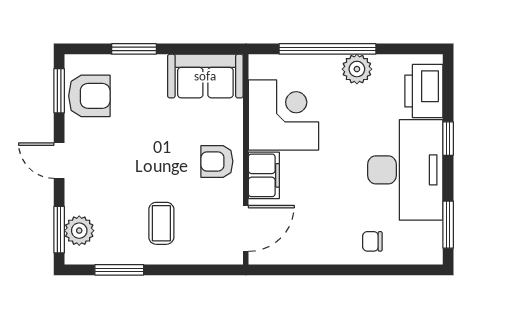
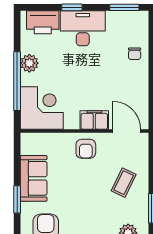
sofa: (205, 76) -> (34, 178), moved
corner desk: (284, 115) -> (42, 108), moved, turned 90
desk: (405, 170) -> (83, 28), width x0.73, depth x0.77
coffee table: (161, 223) -> (124, 183), turned -64

